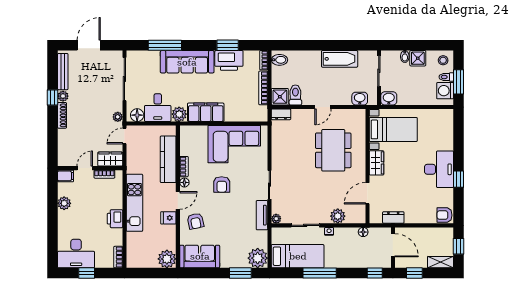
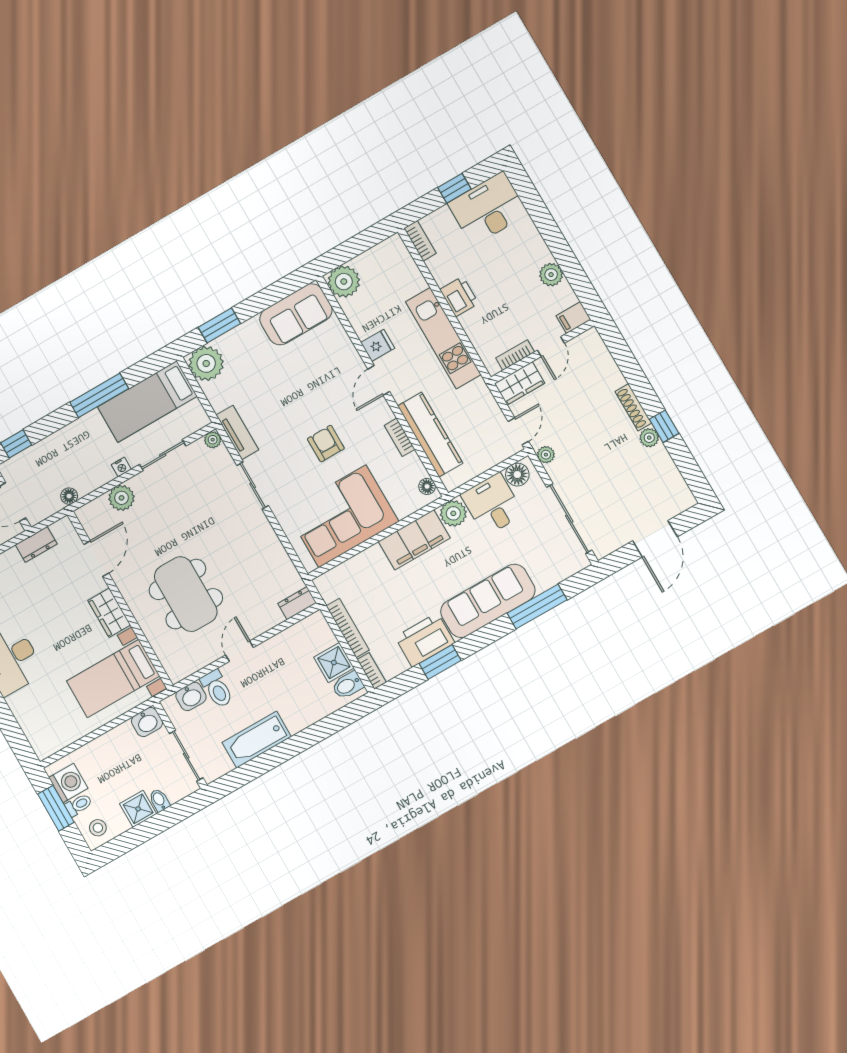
bench: (63, 72) -> (672, 475), removed
toilet: (295, 95) -> (217, 689), moved
shower: (280, 97) -> (334, 663), moved
floor lamp: (184, 182) -> (427, 486), moved
armchair: (195, 221) -> (334, 364), removed

